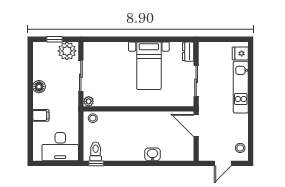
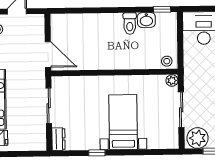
window: (155, 39) -> (97, 153), added
bed with nightstands: (149, 66) -> (123, 122), moved
toilet: (96, 151) -> (130, 24), moved
washbasin: (152, 154) -> (146, 20), moved

